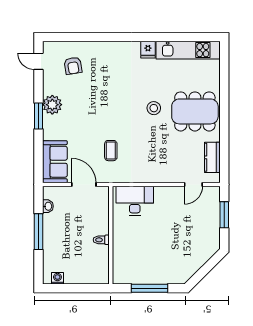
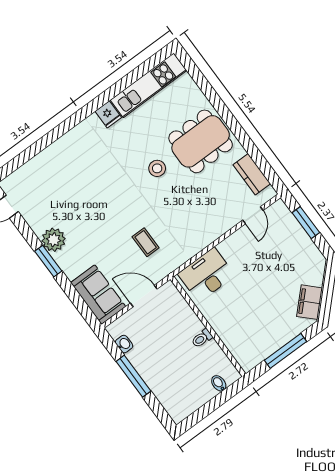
armchair: (73, 66) -> (45, 186), removed
filing cabinet: (188, 268) -> (310, 302), added
bidet: (91, 277) -> (219, 383), added
washing machine: (57, 278) -> (187, 409), removed

